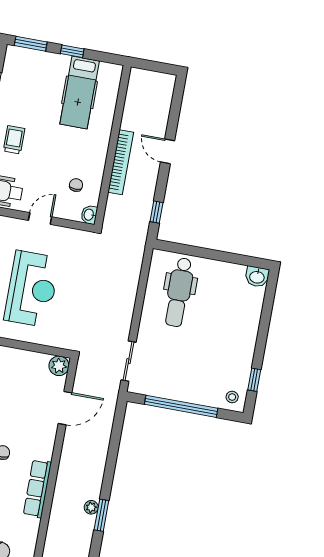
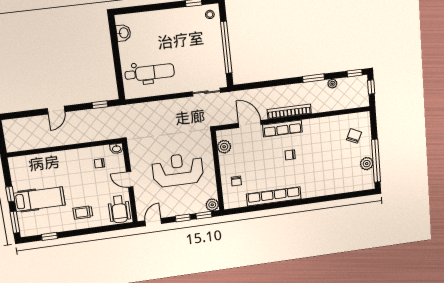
hospital bed: (80, 92) -> (39, 199), moved
bookcase: (121, 162) -> (289, 112), moved
washbasin: (257, 277) -> (123, 33), moved
plant: (59, 366) -> (224, 147), moved
row of seats: (37, 489) -> (282, 128), moved
plant: (91, 507) -> (332, 84), moved

